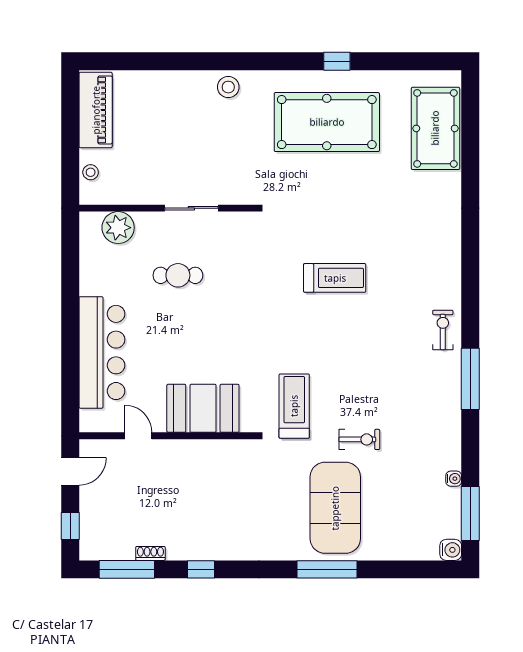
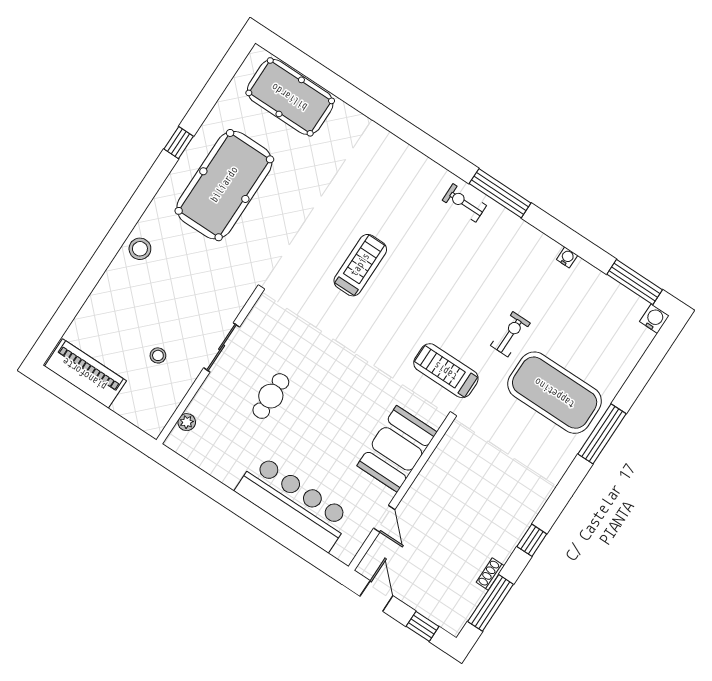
stool: (91, 172) -> (158, 355), moved
plant: (118, 228) -> (187, 422), width x0.53, depth x0.53
window: (470, 379) -> (500, 193), moved
door: (138, 436) -> (384, 519), swing flipped
water cooler: (454, 479) -> (567, 257), moved

